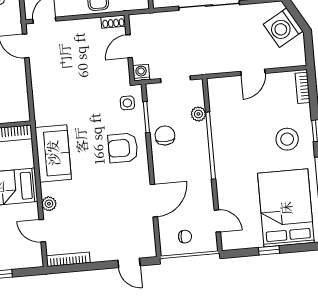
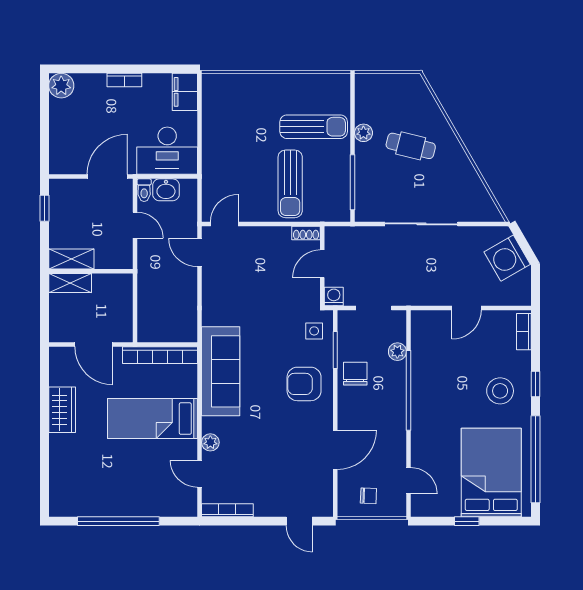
sofa: (53, 153) -> (221, 371), width x1.36

